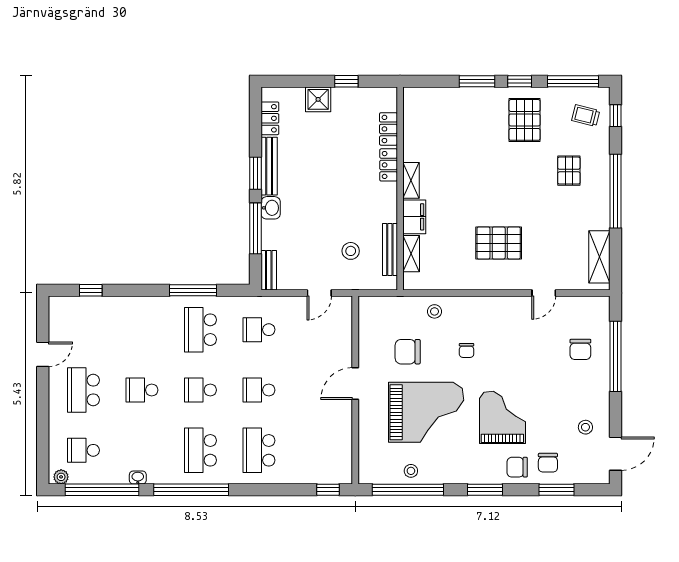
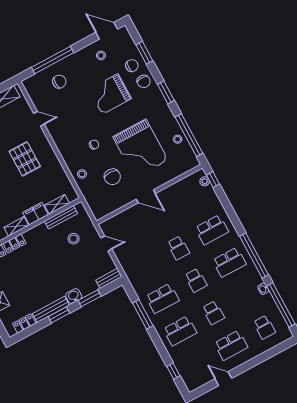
window: (255, 228) -> (90, 298), width x0.69
school desk: (259, 330) -> (180, 331), moved, width x1.85
grand piano: (426, 412) -> (140, 148), turned 180
grand piano: (502, 417) -> (110, 94), moved
plant: (61, 477) -> (205, 181), moved

